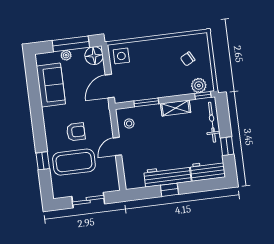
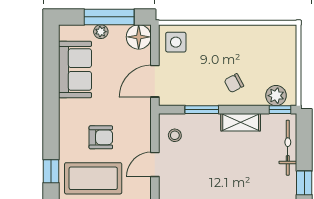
chair: (188, 59) -> (234, 83), moved

